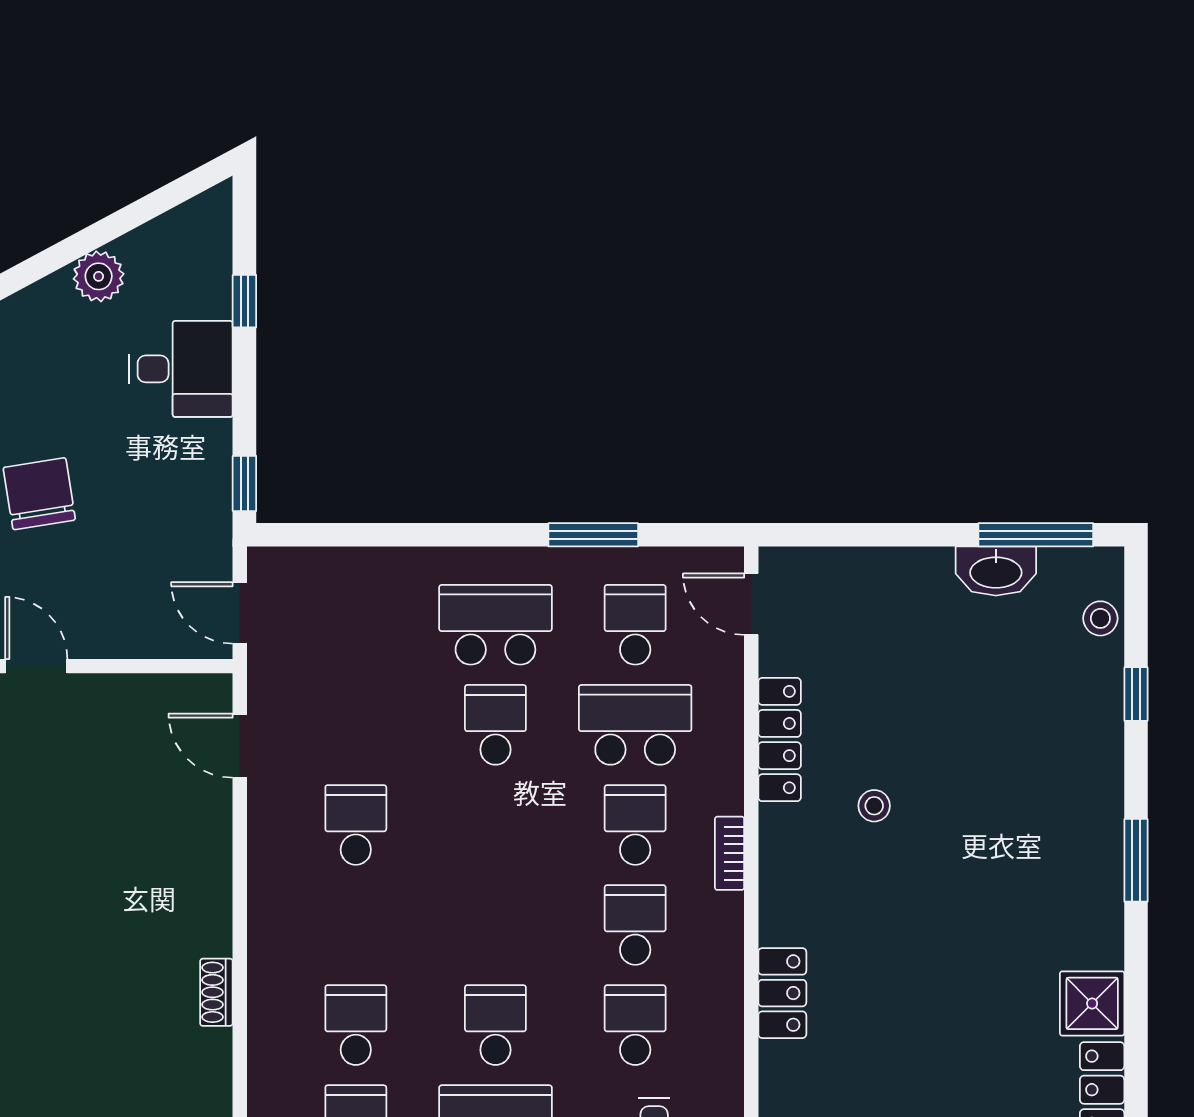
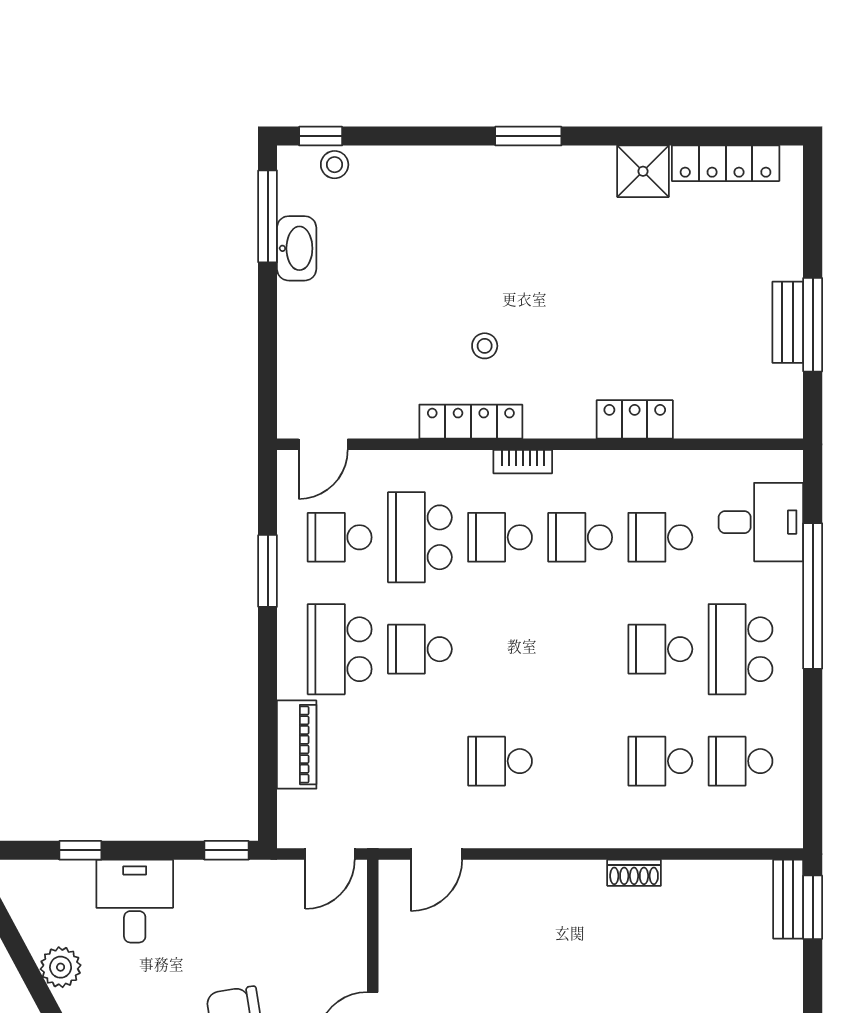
piano: (376, 571) -> (297, 745), added
window: (1136, 694) -> (321, 136), moved
locker: (780, 740) -> (471, 422), moved

